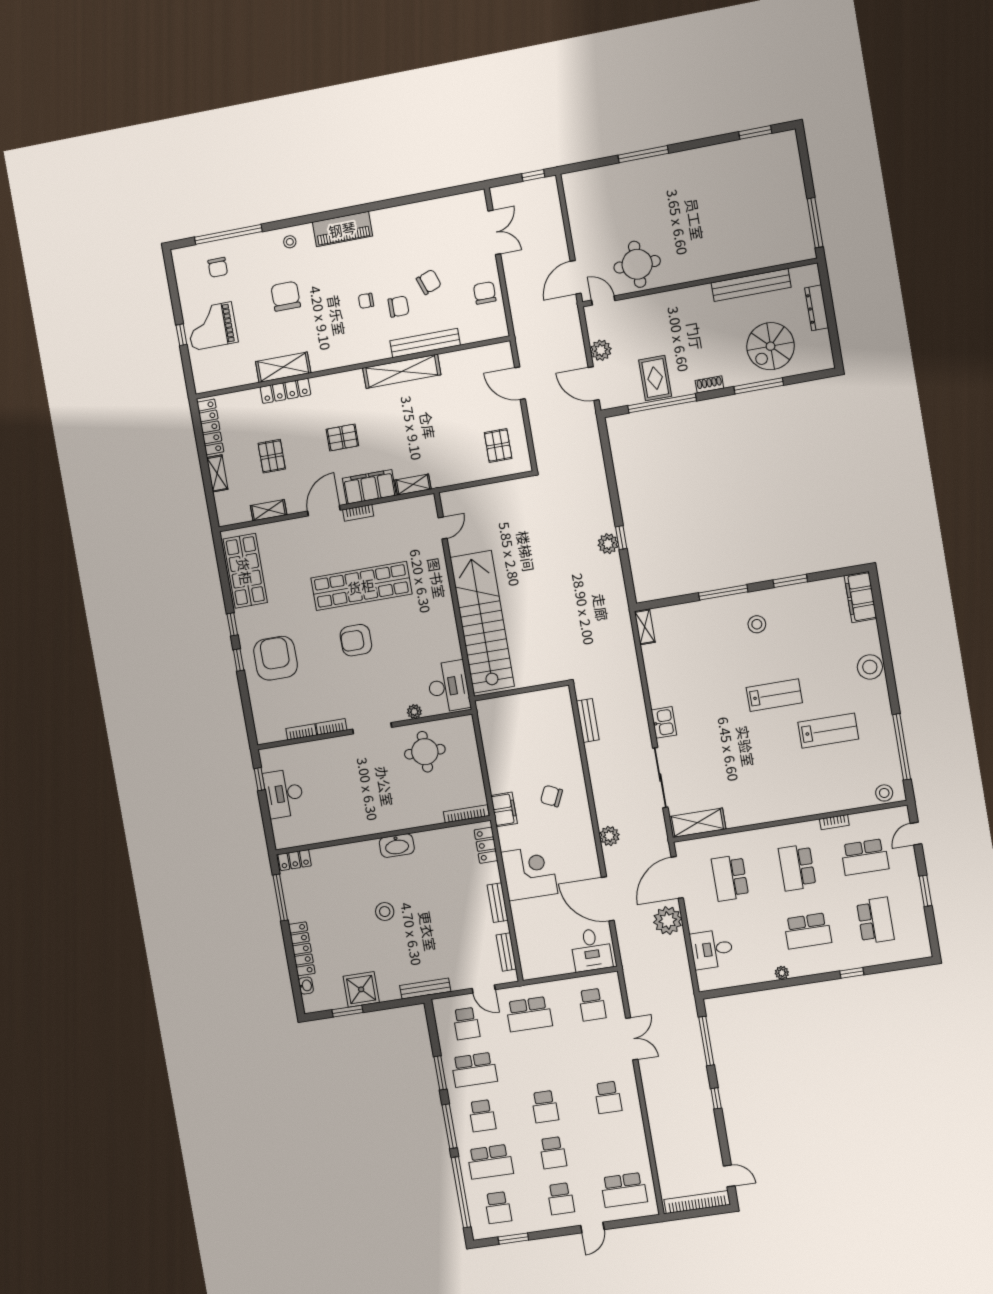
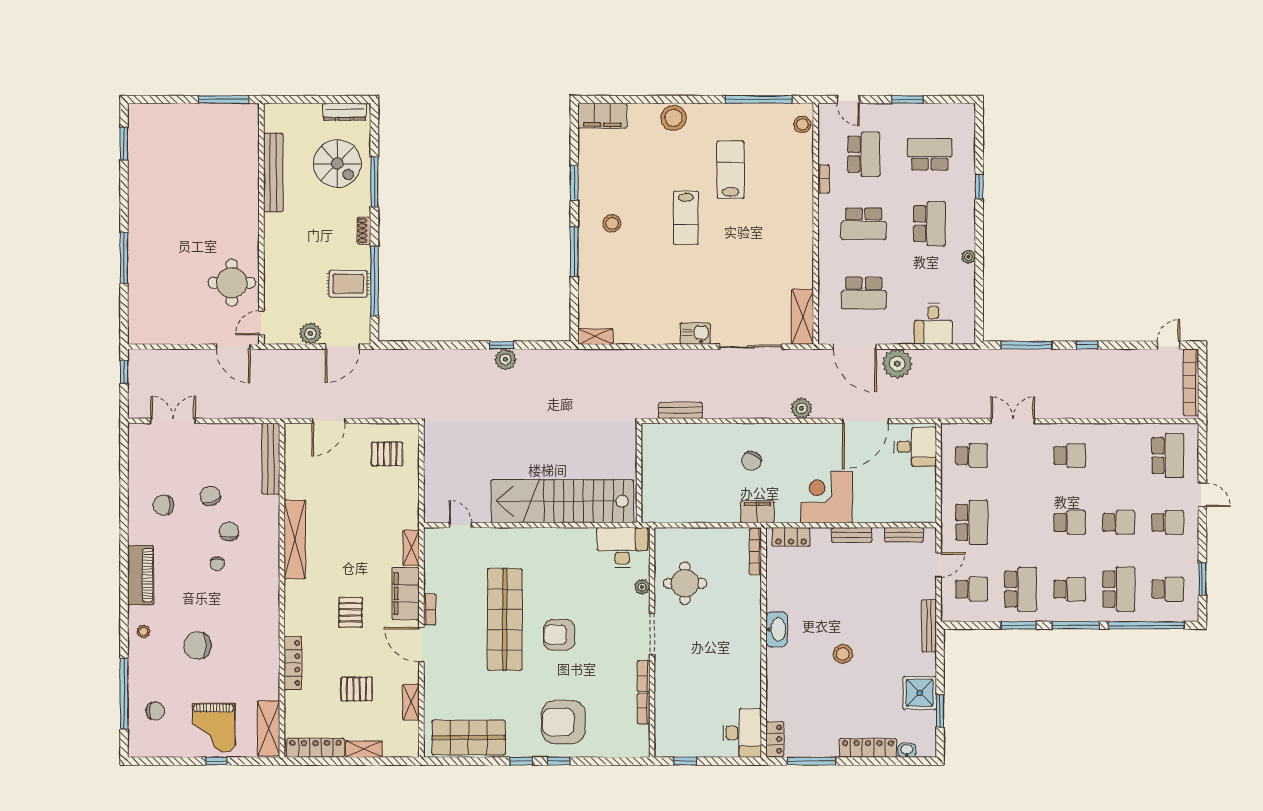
chair: (485, 293) -> (163, 505), moved
dresser: (817, 308) -> (344, 112), moved
bench: (425, 343) -> (271, 459), moved
shelving: (283, 367) -> (269, 728), moved
armchair: (356, 640) -> (559, 635), turned 90
lab bench: (774, 695) -> (686, 218), turned 180
desk: (284, 793) -> (742, 733), moved, turned -90

